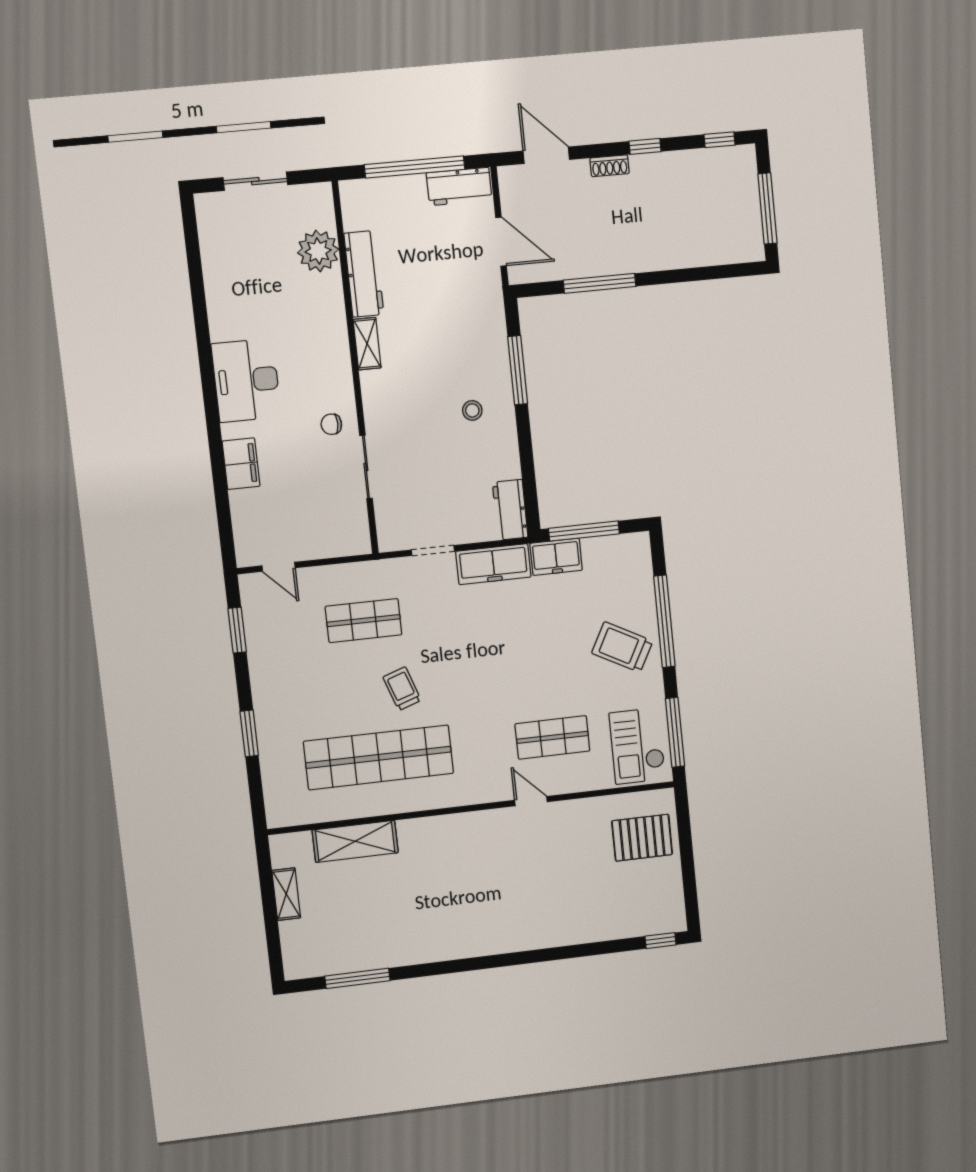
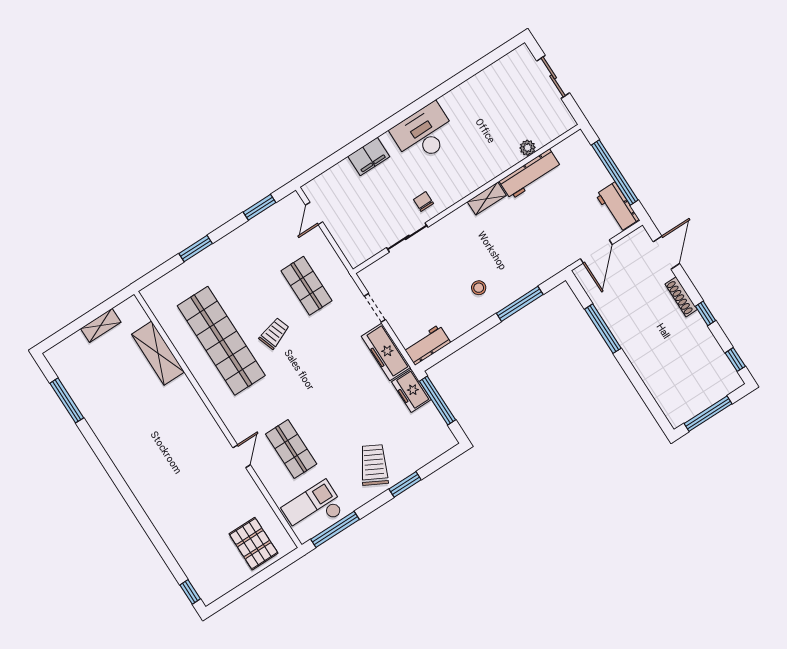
shoe rack: (610, 166) -> (681, 297), width x1.43
plant: (318, 251) -> (528, 148), width x0.53, depth x0.53
window: (664, 621) -> (405, 484), width x0.47

